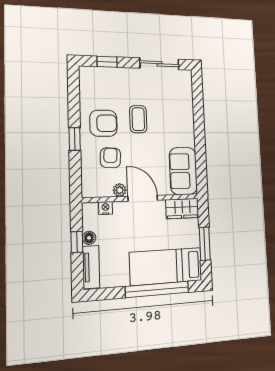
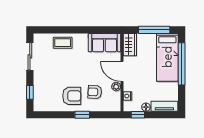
coffee table: (138, 119) -> (63, 43), moved
armchair: (103, 123) -> (72, 96), turned 90
door: (143, 198) -> (122, 71), hinge flipped
window: (77, 242) -> (138, 115), moved
window: (205, 244) -> (154, 30), width x1.44

